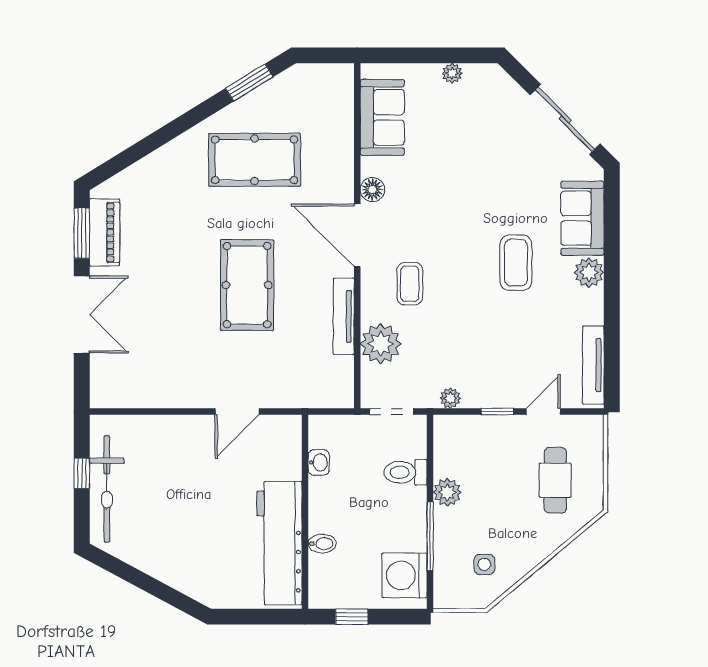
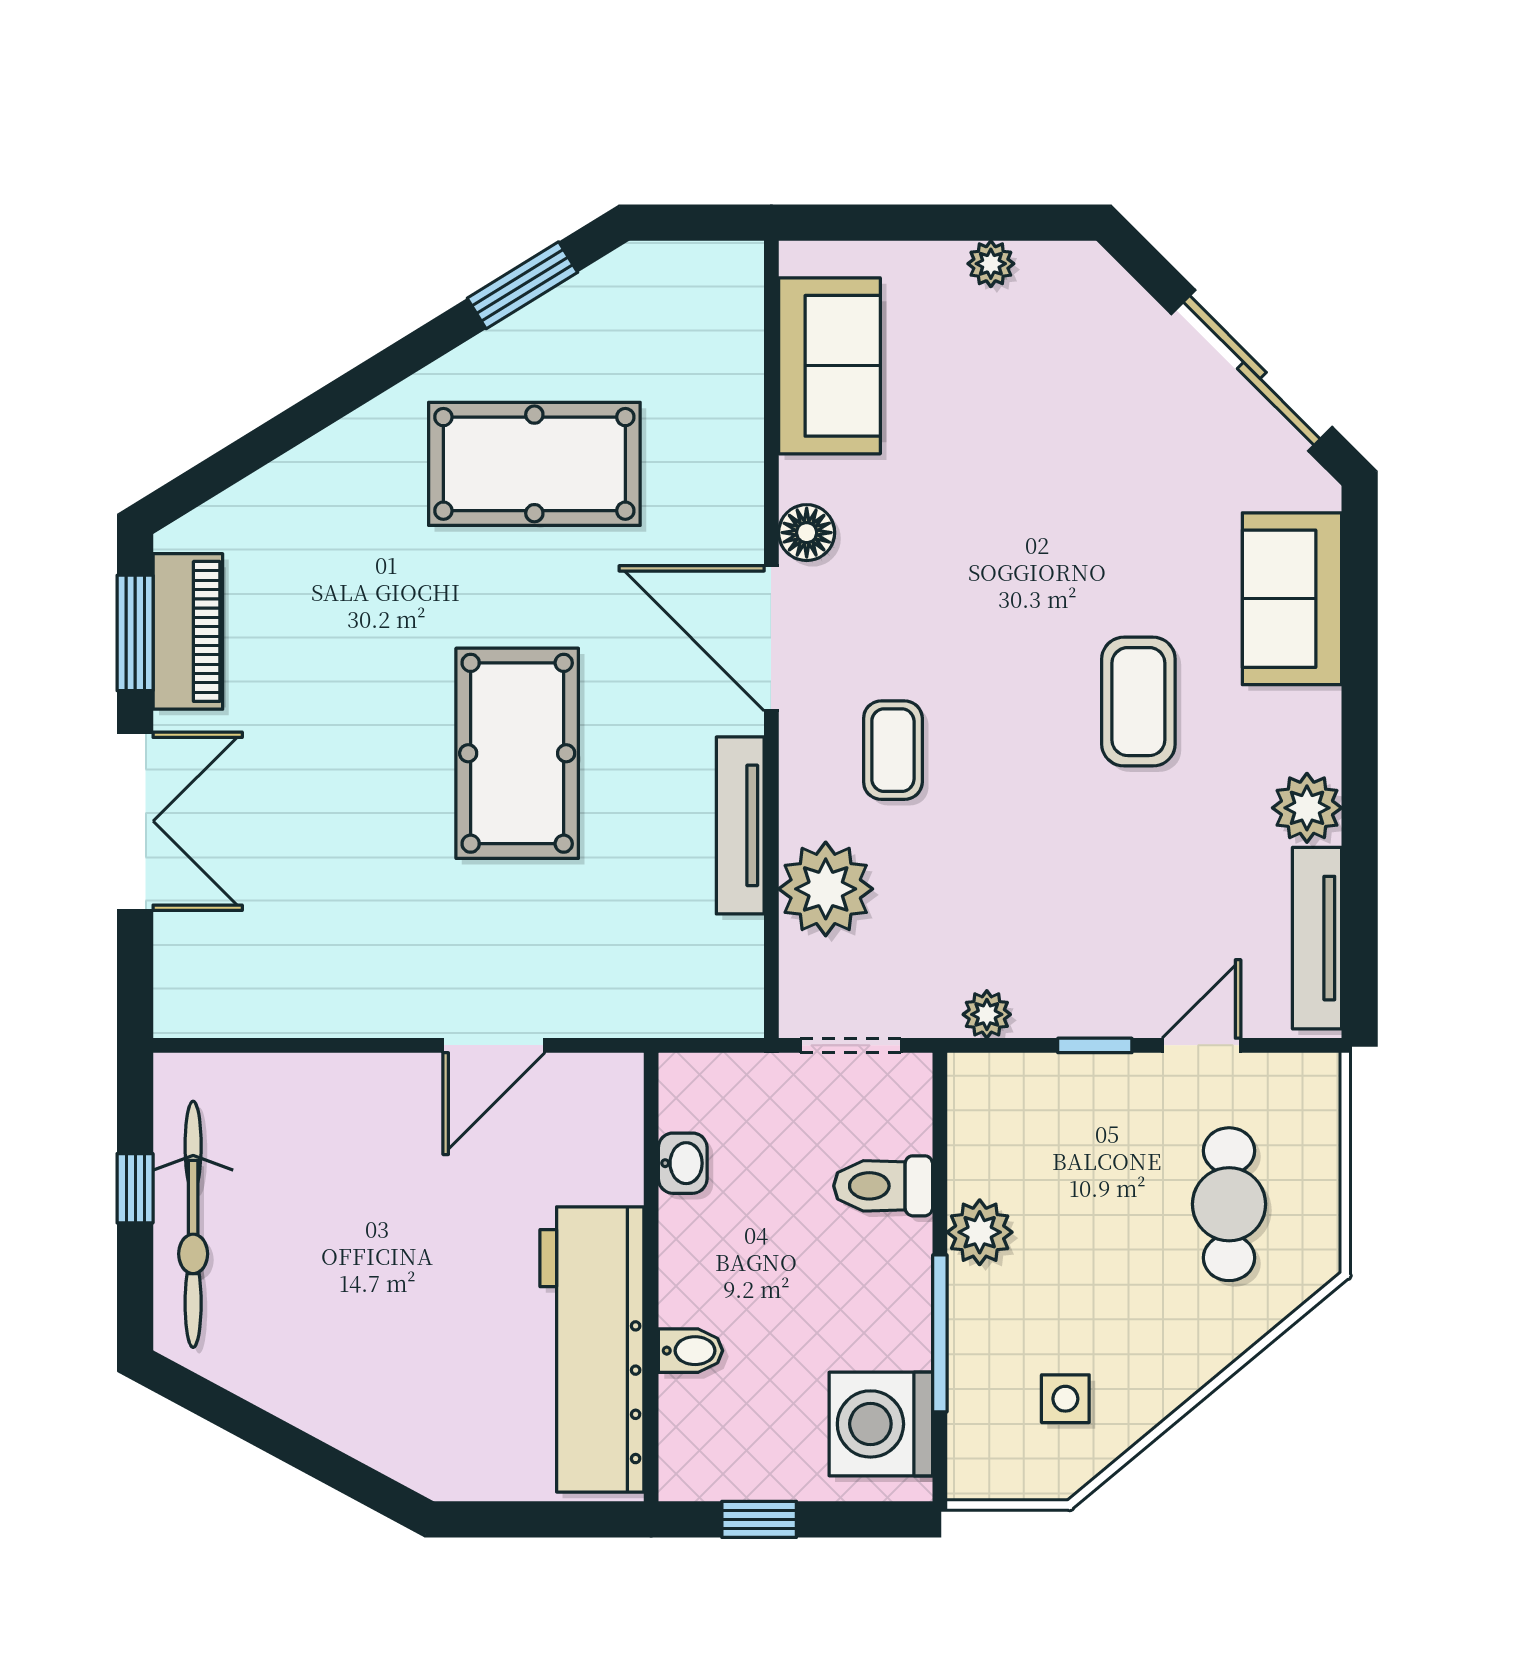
plant: (589, 272) -> (1307, 808), moved

